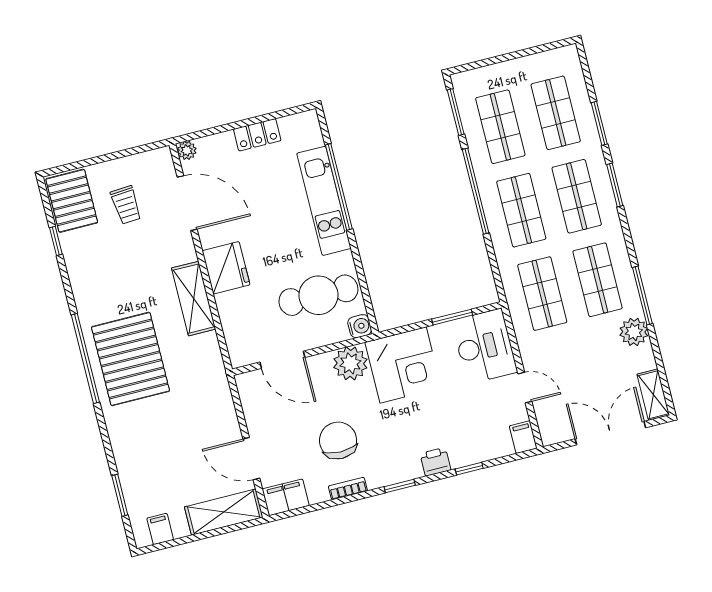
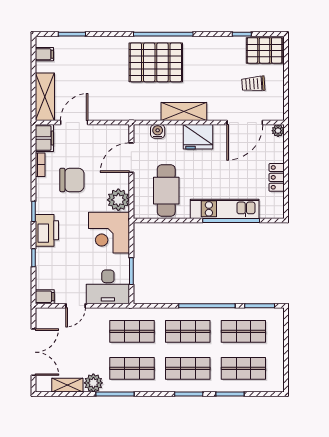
water cooler: (360, 326) -> (158, 131), moved, turned 180
shelving: (653, 395) -> (67, 385), moved
printer: (435, 462) -> (47, 230), width x1.87, depth x1.48
bookcase: (348, 488) -> (40, 165), moved

